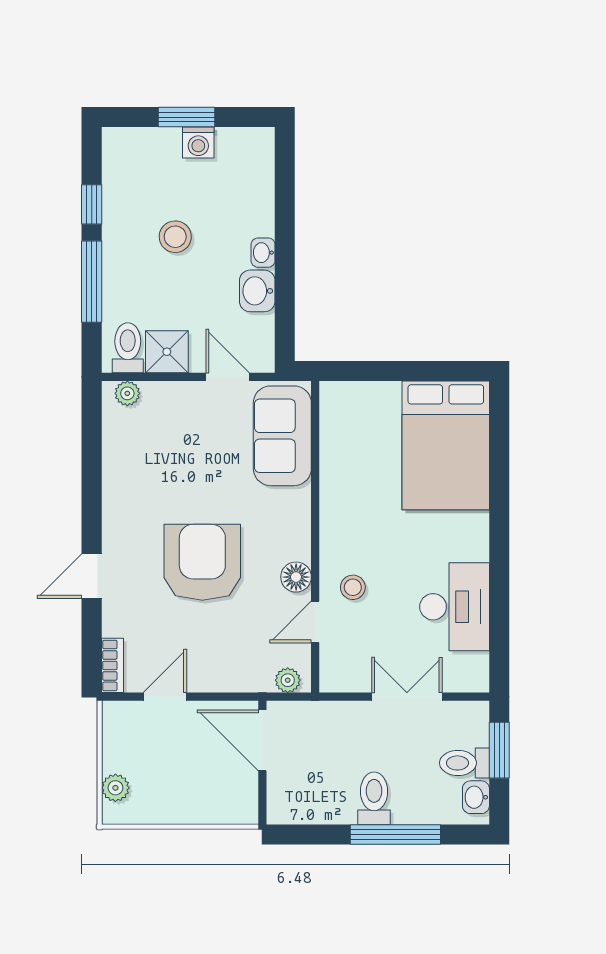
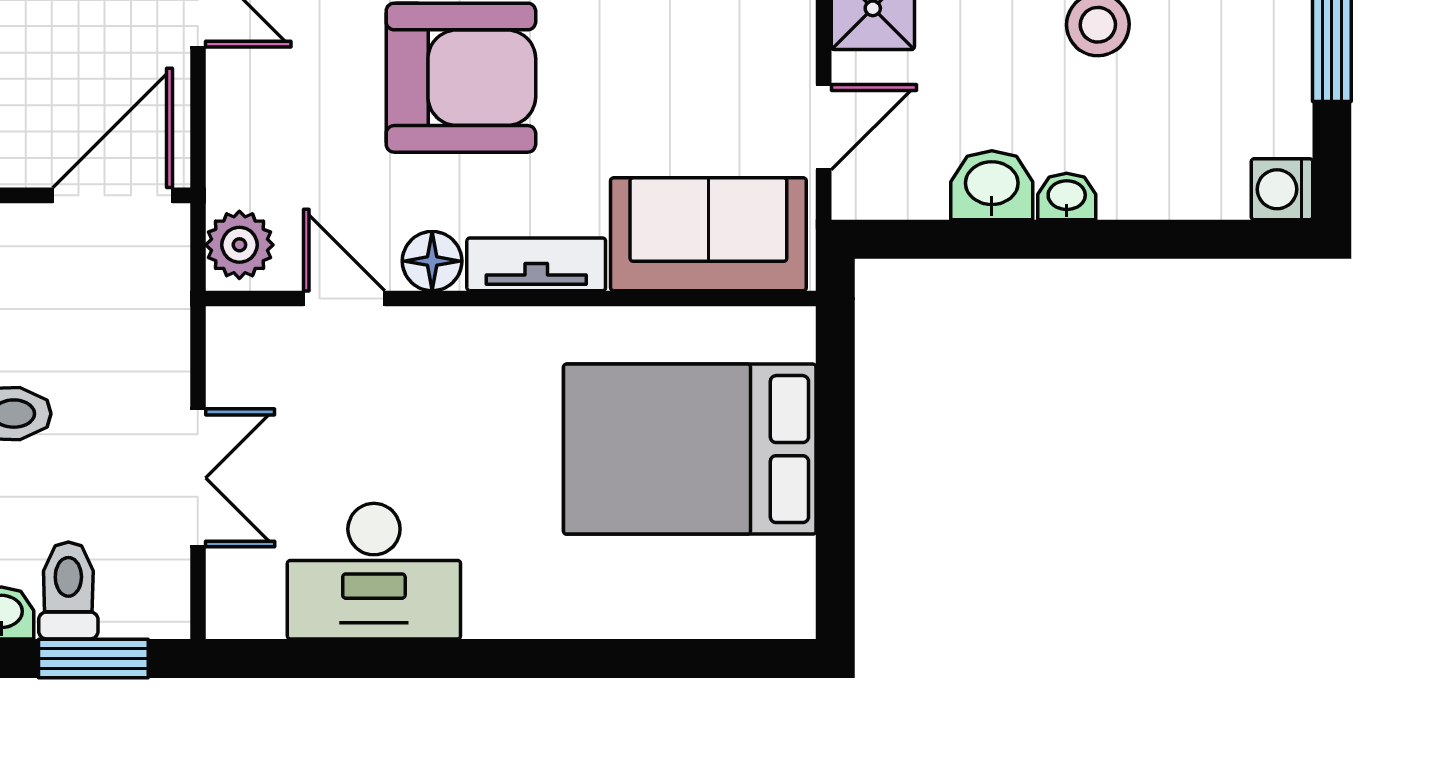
washing machine: (198, 143) -> (1282, 189), moved
bed: (446, 445) -> (690, 449), moved
tv unit: (298, 524) -> (536, 264), added
stool: (353, 587) -> (412, 372), removed
plant: (288, 680) -> (239, 245), width x1.38, depth x1.38

